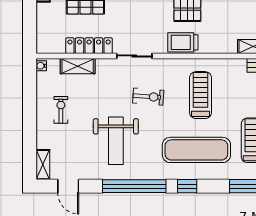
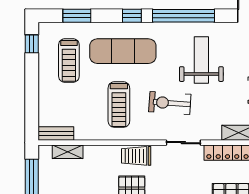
trolley: (183, 42) -> (136, 156), turned 180
exercise bike: (148, 97) -> (170, 103), width x1.38, depth x1.39

